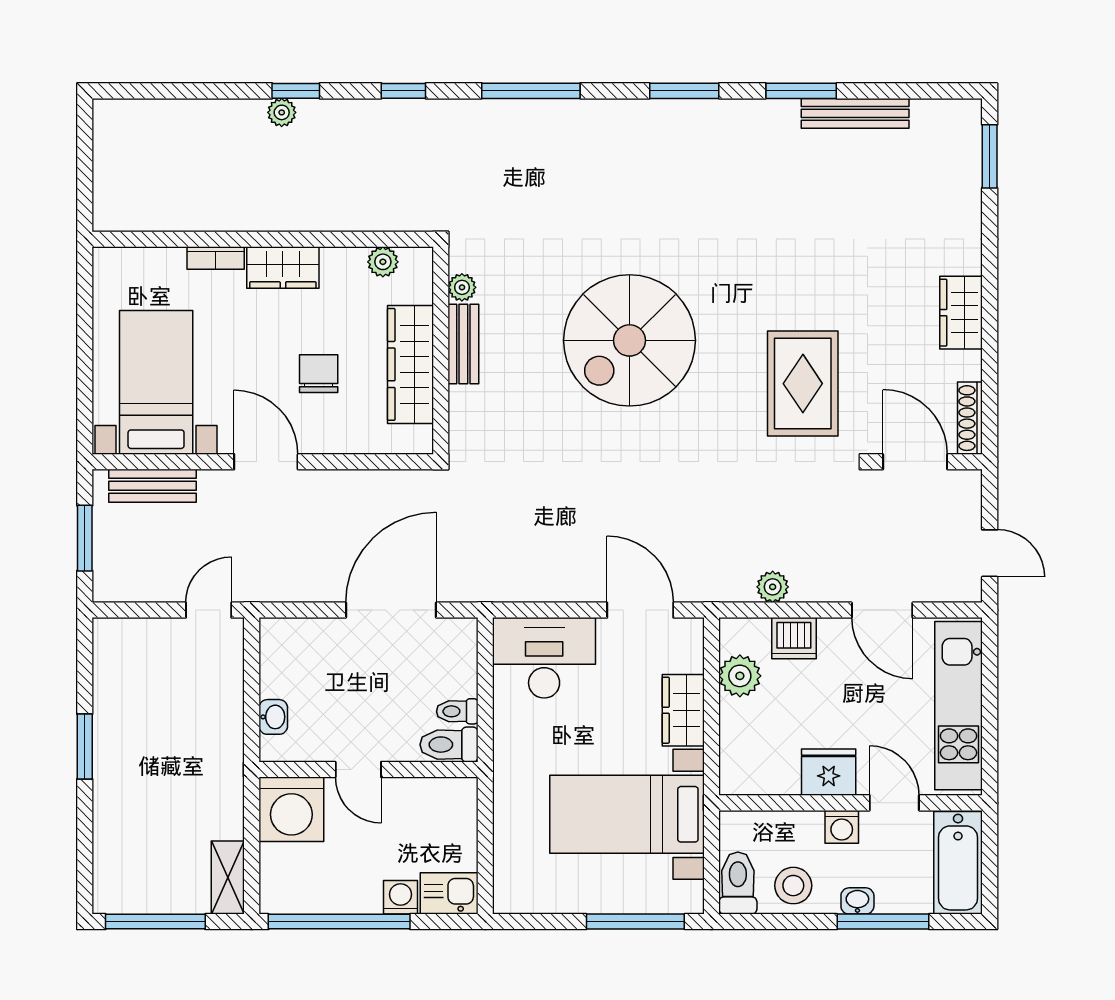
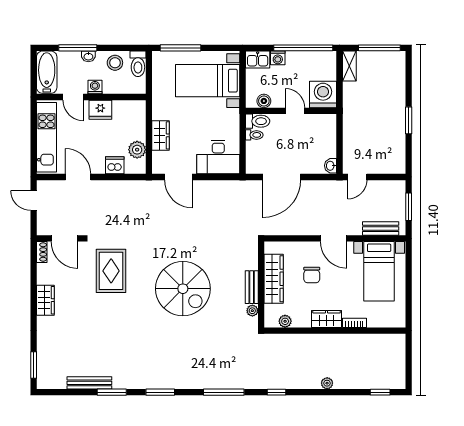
window: (296, 91) -> (380, 392), moved
spiral stairs: (629, 340) -> (183, 289), turned 90
shoe rack: (970, 418) -> (42, 252), width x0.70
plant: (773, 587) -> (124, 187), removed
washbasin: (273, 717) -> (331, 166), moved
boiler: (434, 793) -> (264, 101), added
bed with nightstands: (627, 814) -> (208, 81), moved, turned 180

